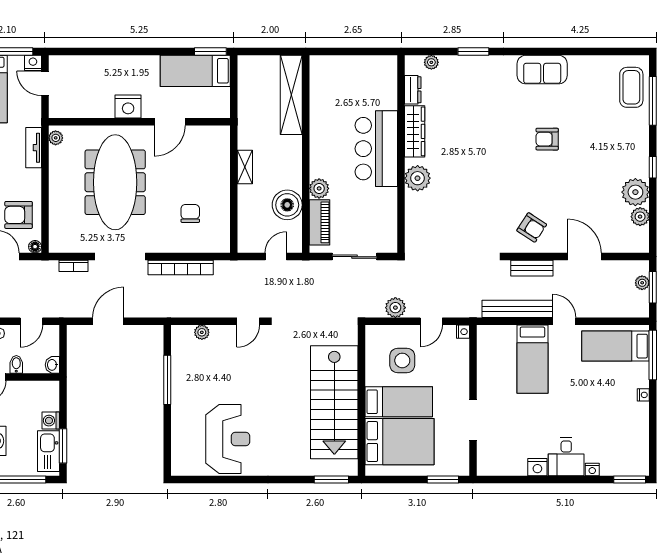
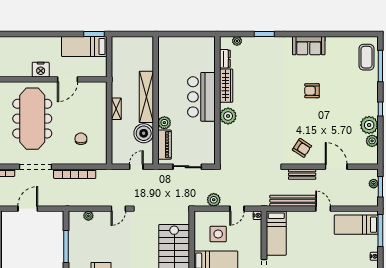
shelving: (291, 95) -> (146, 97), moved
bed: (532, 359) -> (276, 233), moved

